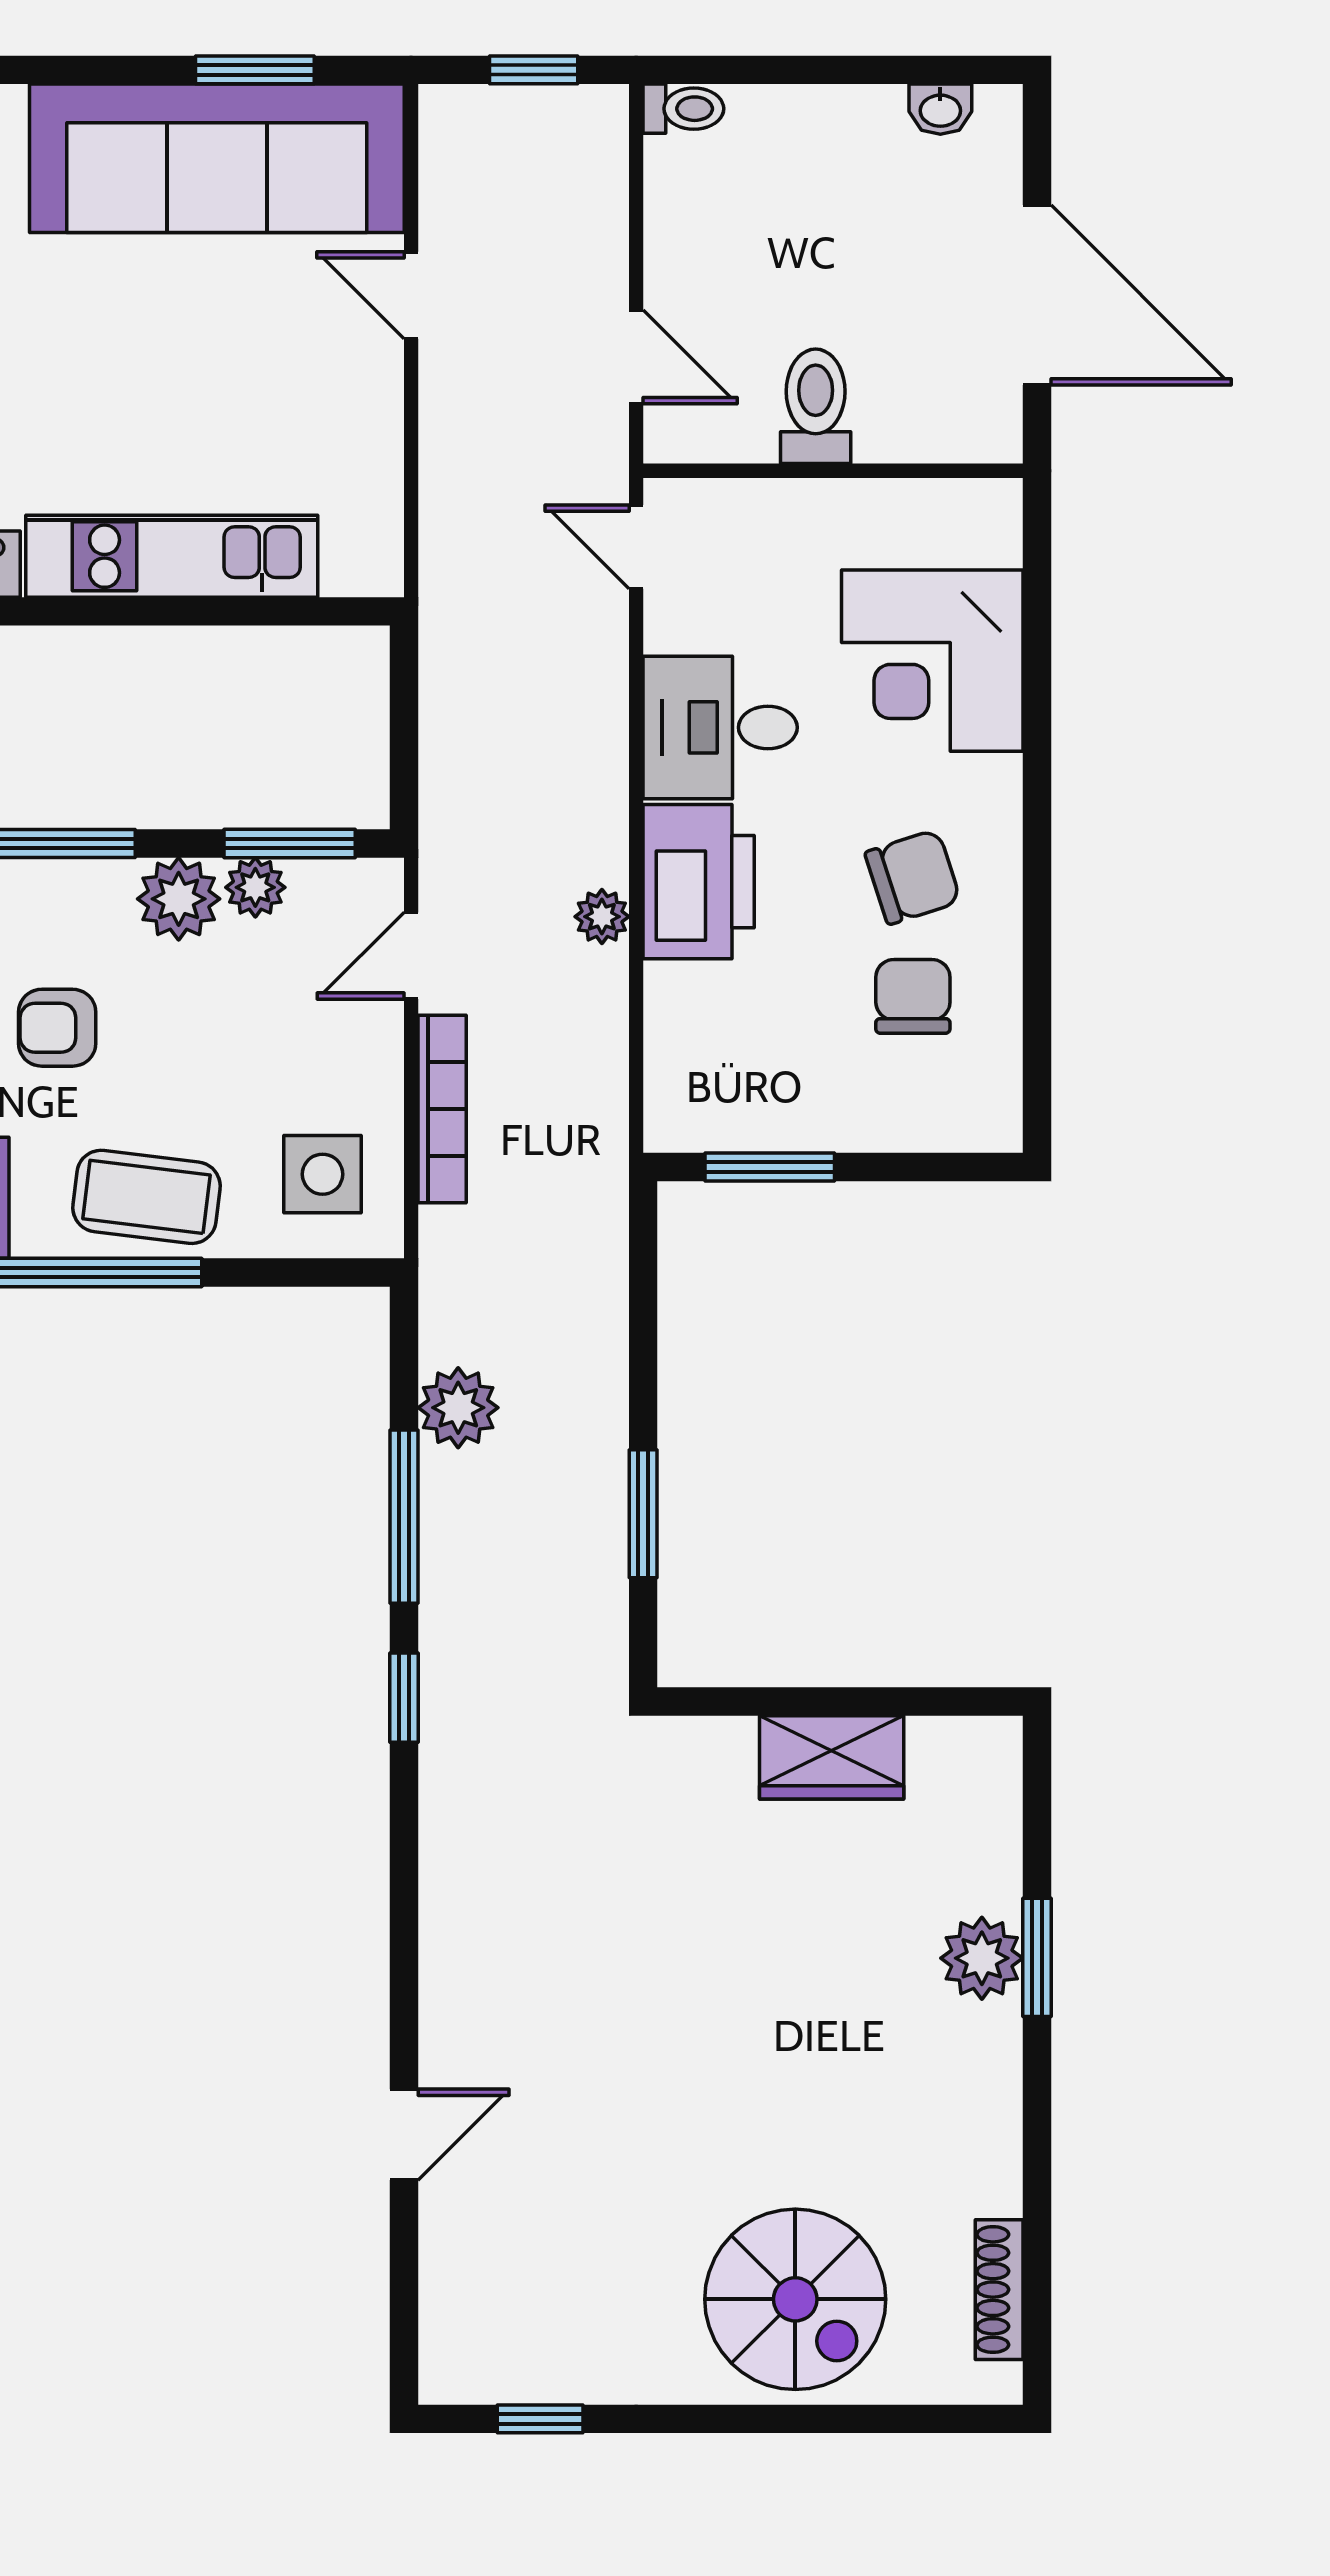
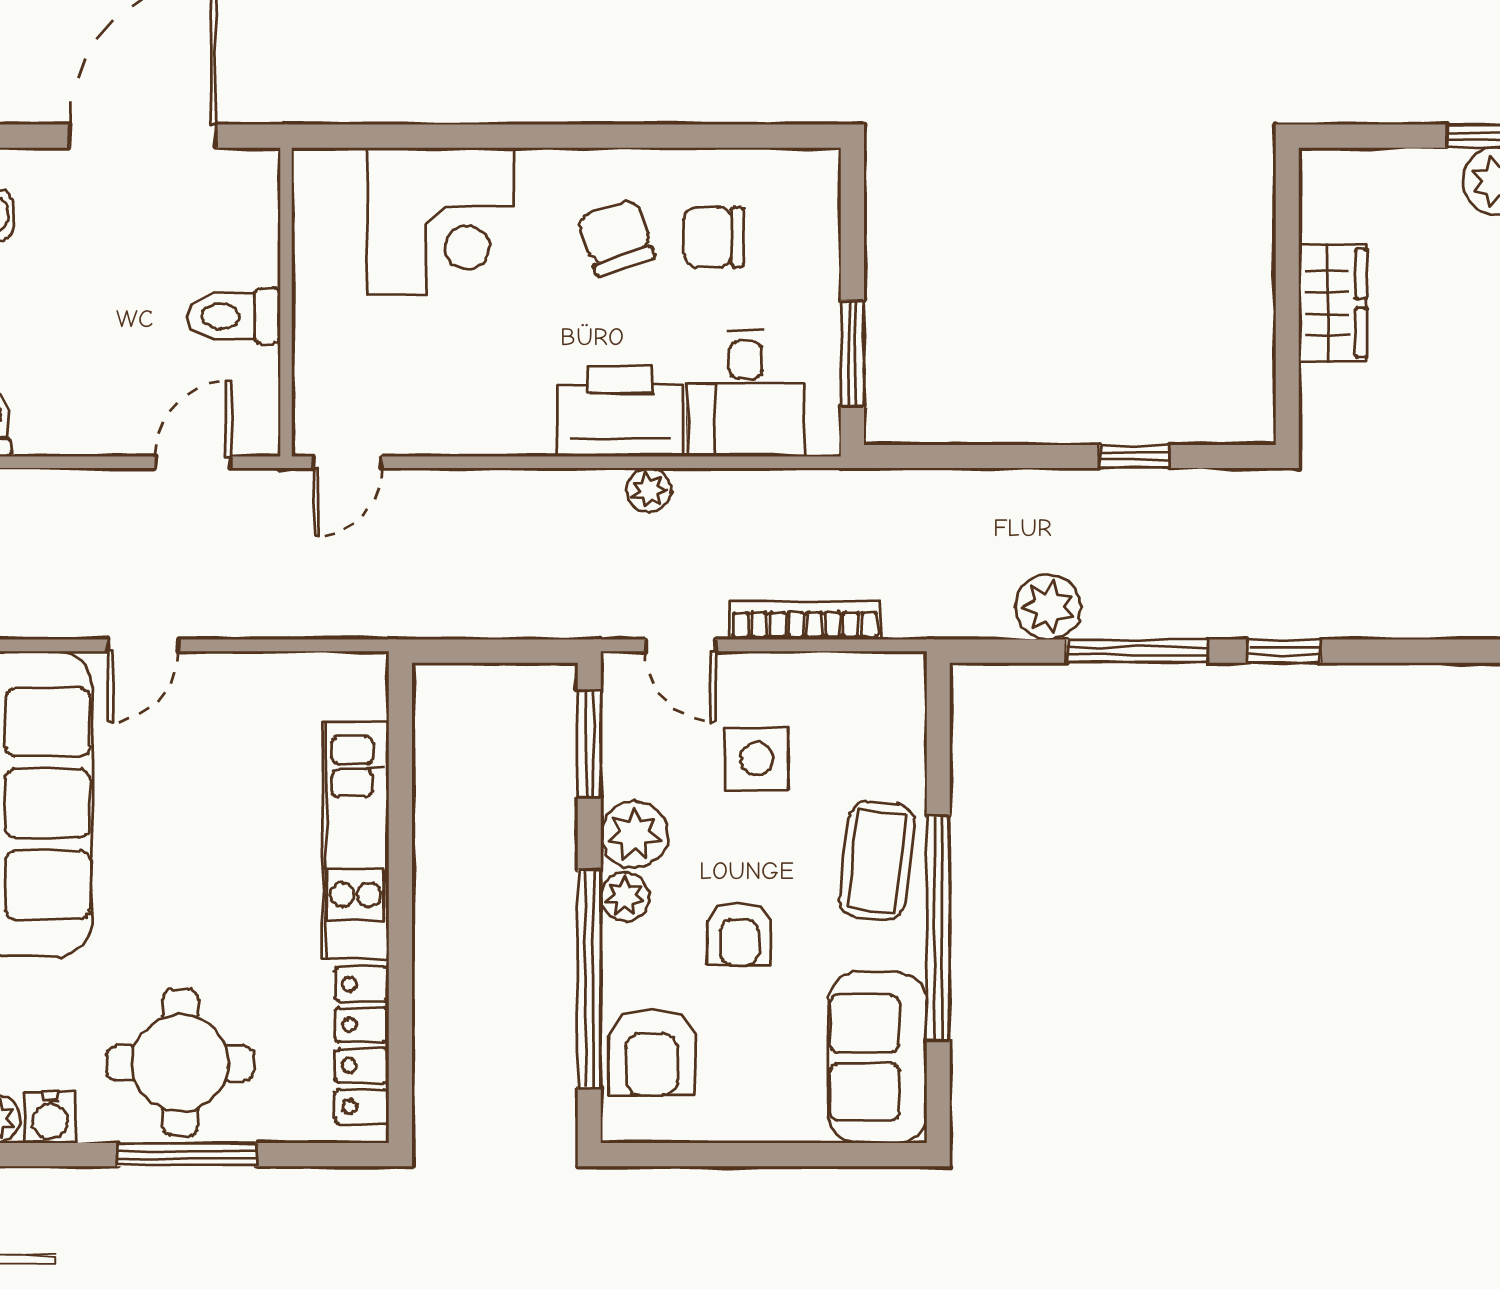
desk: (720, 727) -> (746, 394), moved
plant: (255, 887) -> (625, 897), moved
side table: (323, 1174) -> (757, 759), moved
window: (643, 1514) -> (1134, 457), width x0.67

